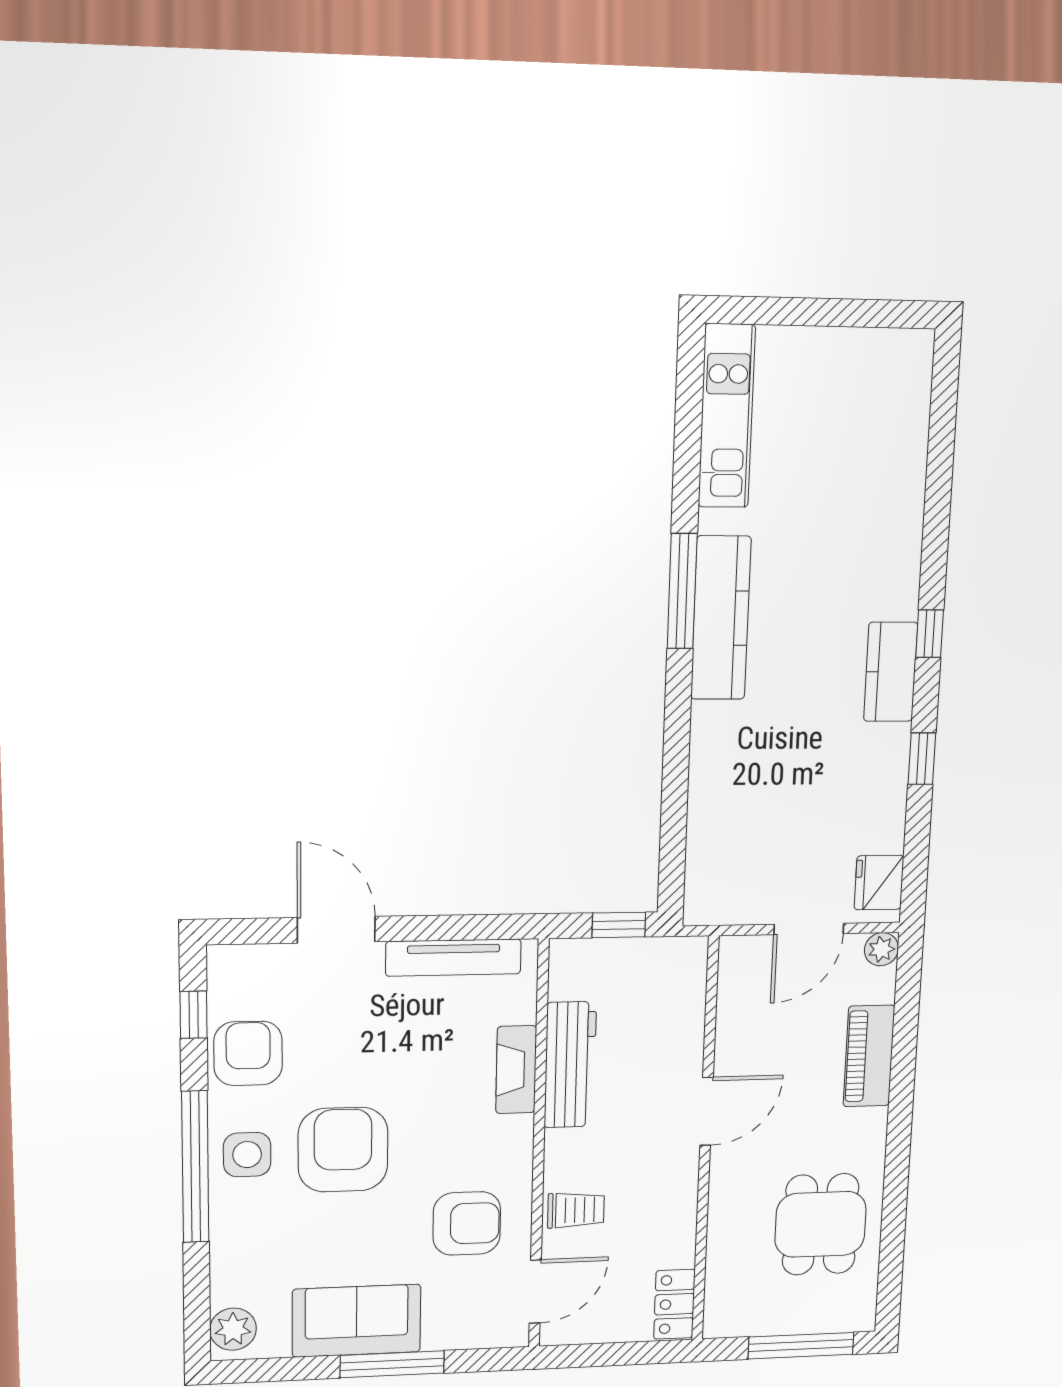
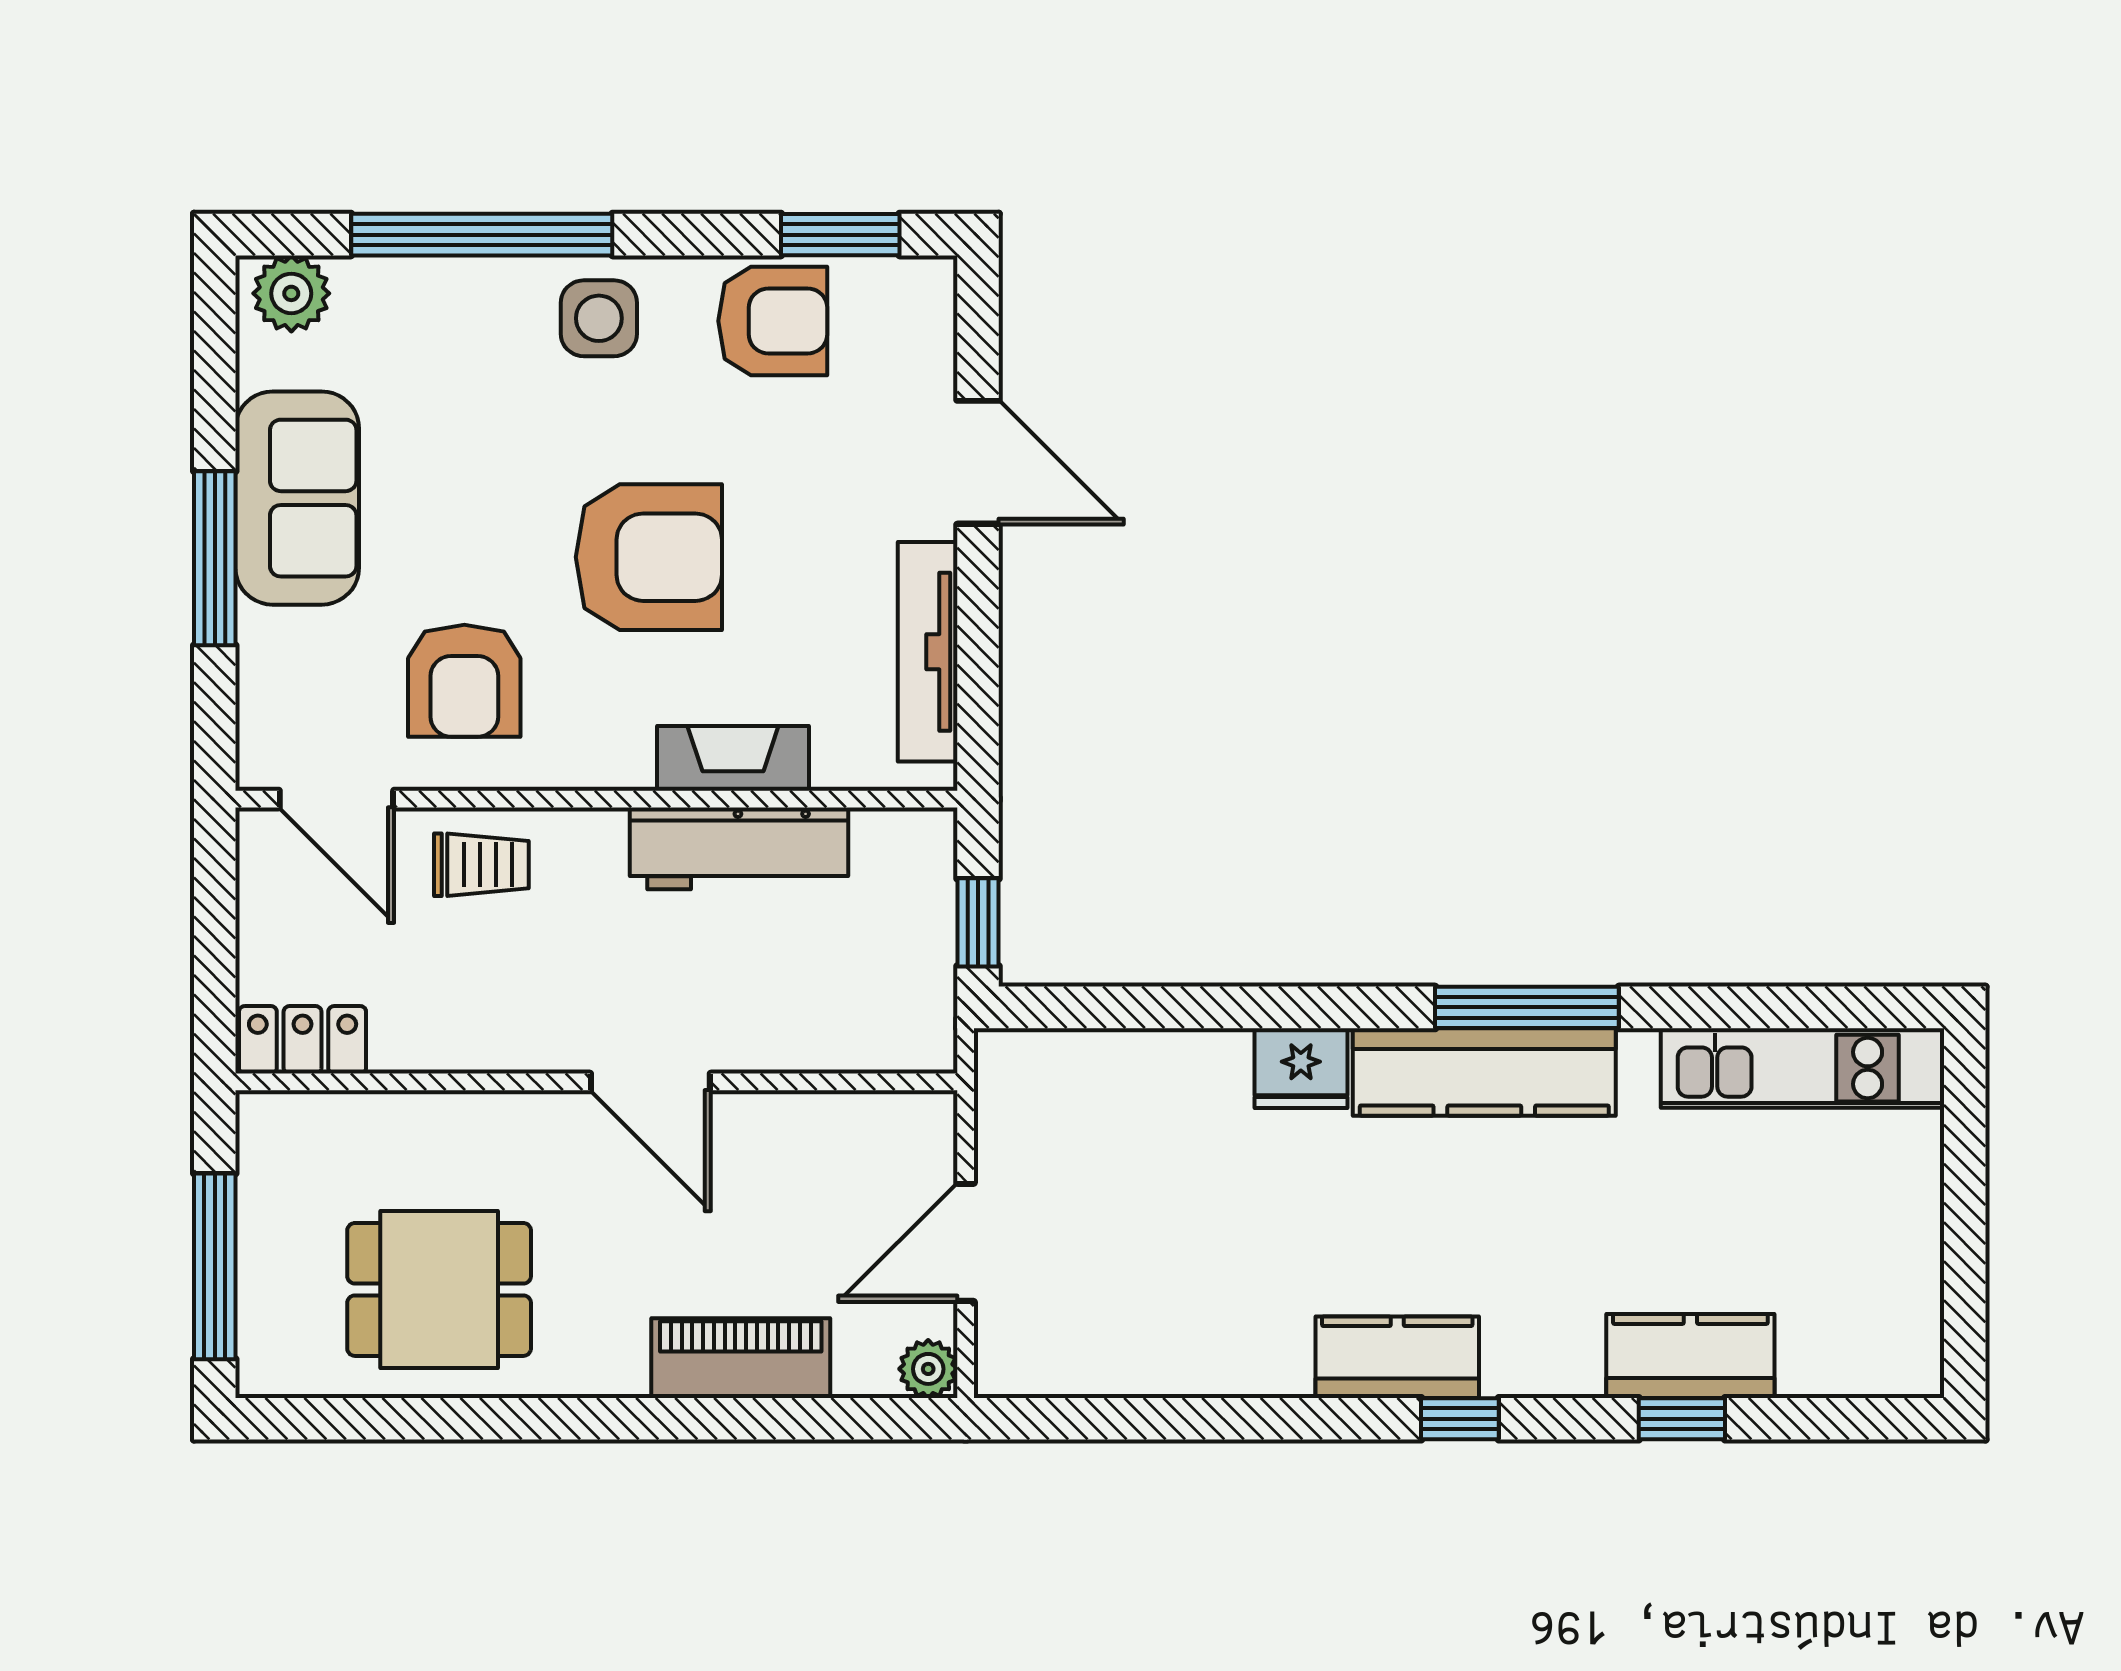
kitchen counter: (900, 490) -> (1690, 1356), added
window: (922, 759) -> (1682, 1419), moved
fridge: (879, 883) -> (1301, 1068), moved, turned 180
door: (809, 929) -> (966, 1242), hinge flipped
door: (336, 930) -> (978, 462), hinge flipped
window: (193, 1015) -> (840, 235), width x1.50
armchair: (343, 1150) -> (649, 557), moved
window: (195, 1167) -> (482, 235), moved
trolley: (576, 1210) -> (481, 865), turned -90

